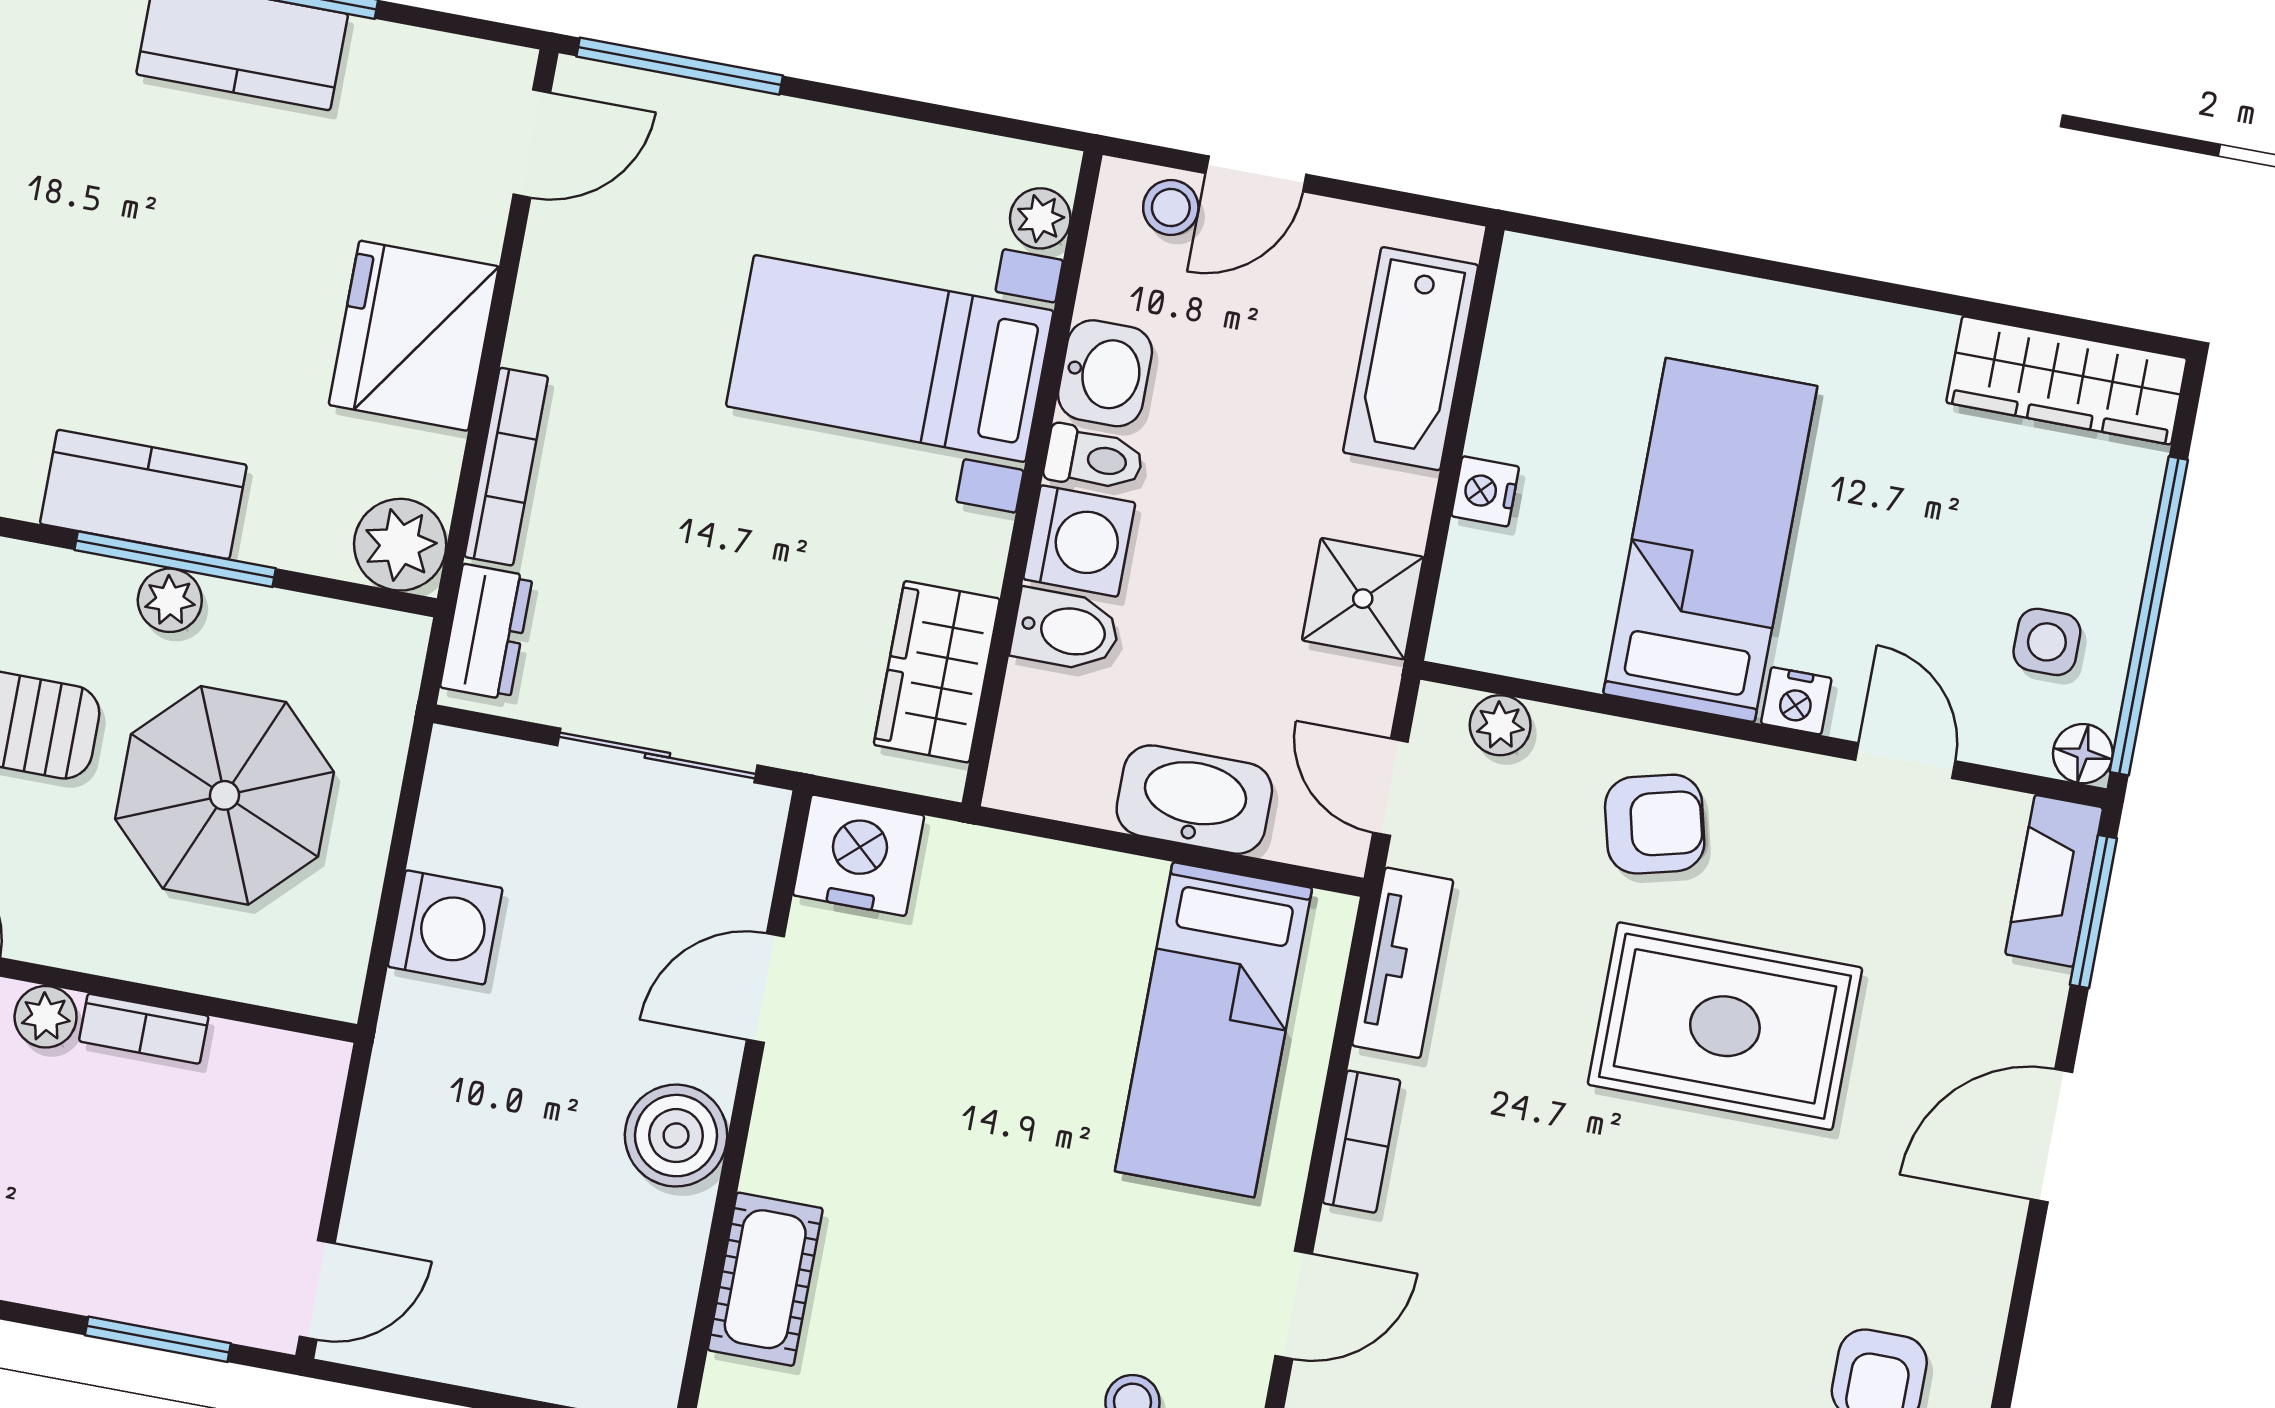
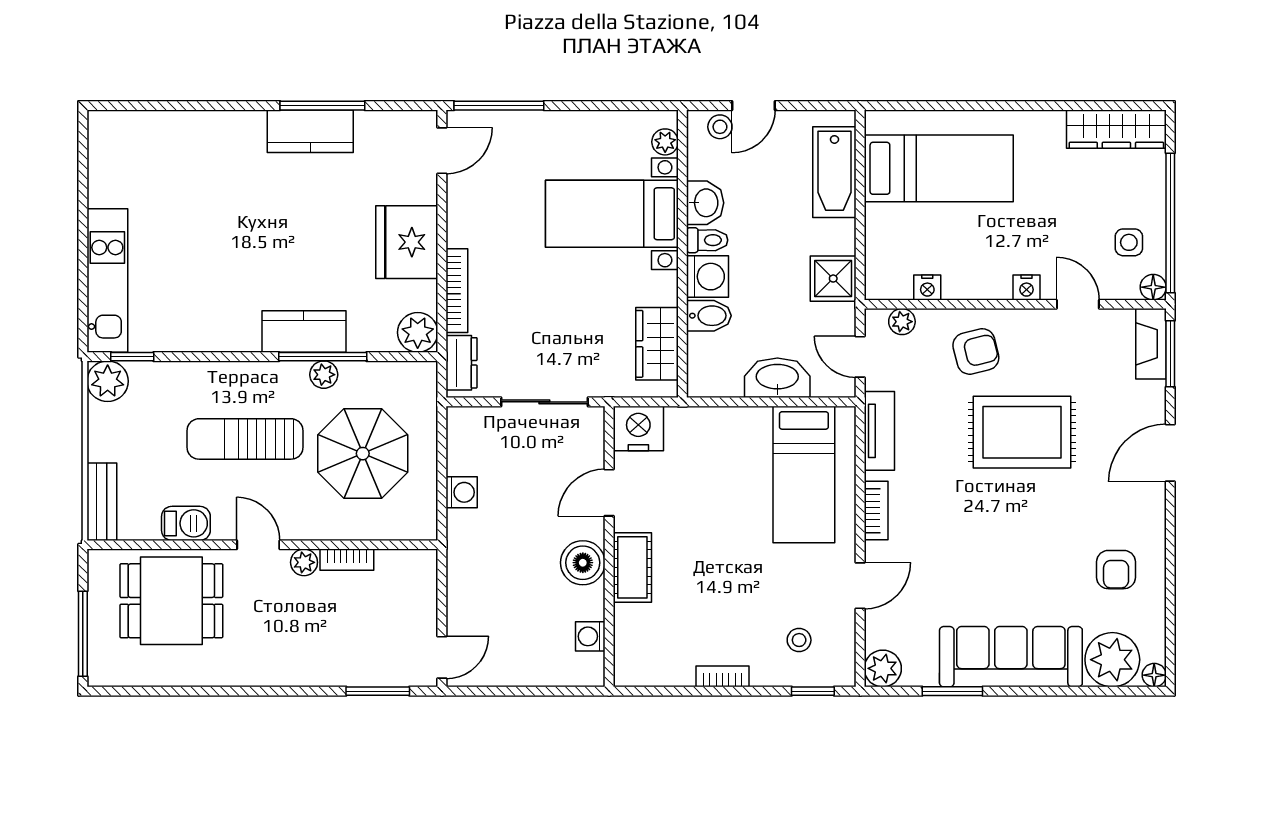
nightstand: (1485, 491) -> (927, 288), moved, turned -90
bed: (1710, 540) -> (939, 168), moved, turned 90
washing machine: (445, 927) -> (462, 492), width x0.73, depth x0.73
cot: (765, 1279) -> (632, 567), moved
washing machine: (662, 1305) -> (590, 636), added

